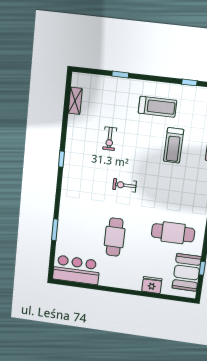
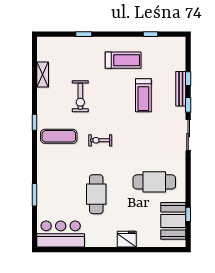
shelving: (75, 101) -> (43, 74), moved
exercise bike: (110, 139) -> (80, 96), width x1.38, depth x1.39
exercise mat: (84, 176) -> (59, 136), added
fridge: (152, 285) -> (127, 239), moved

